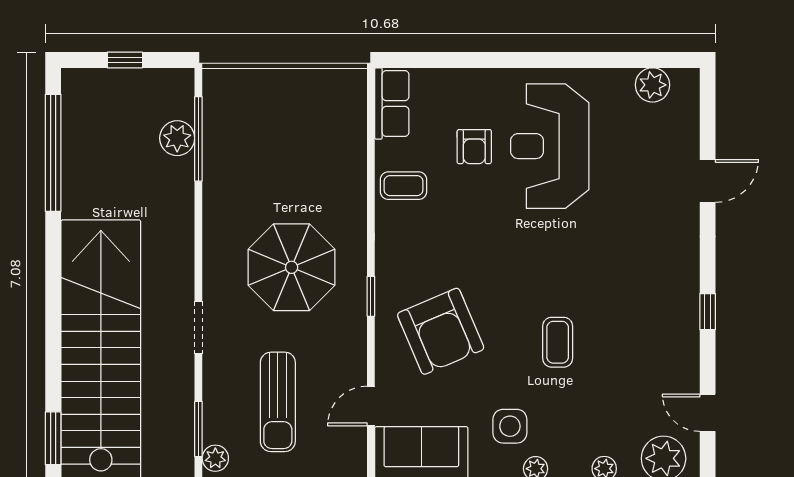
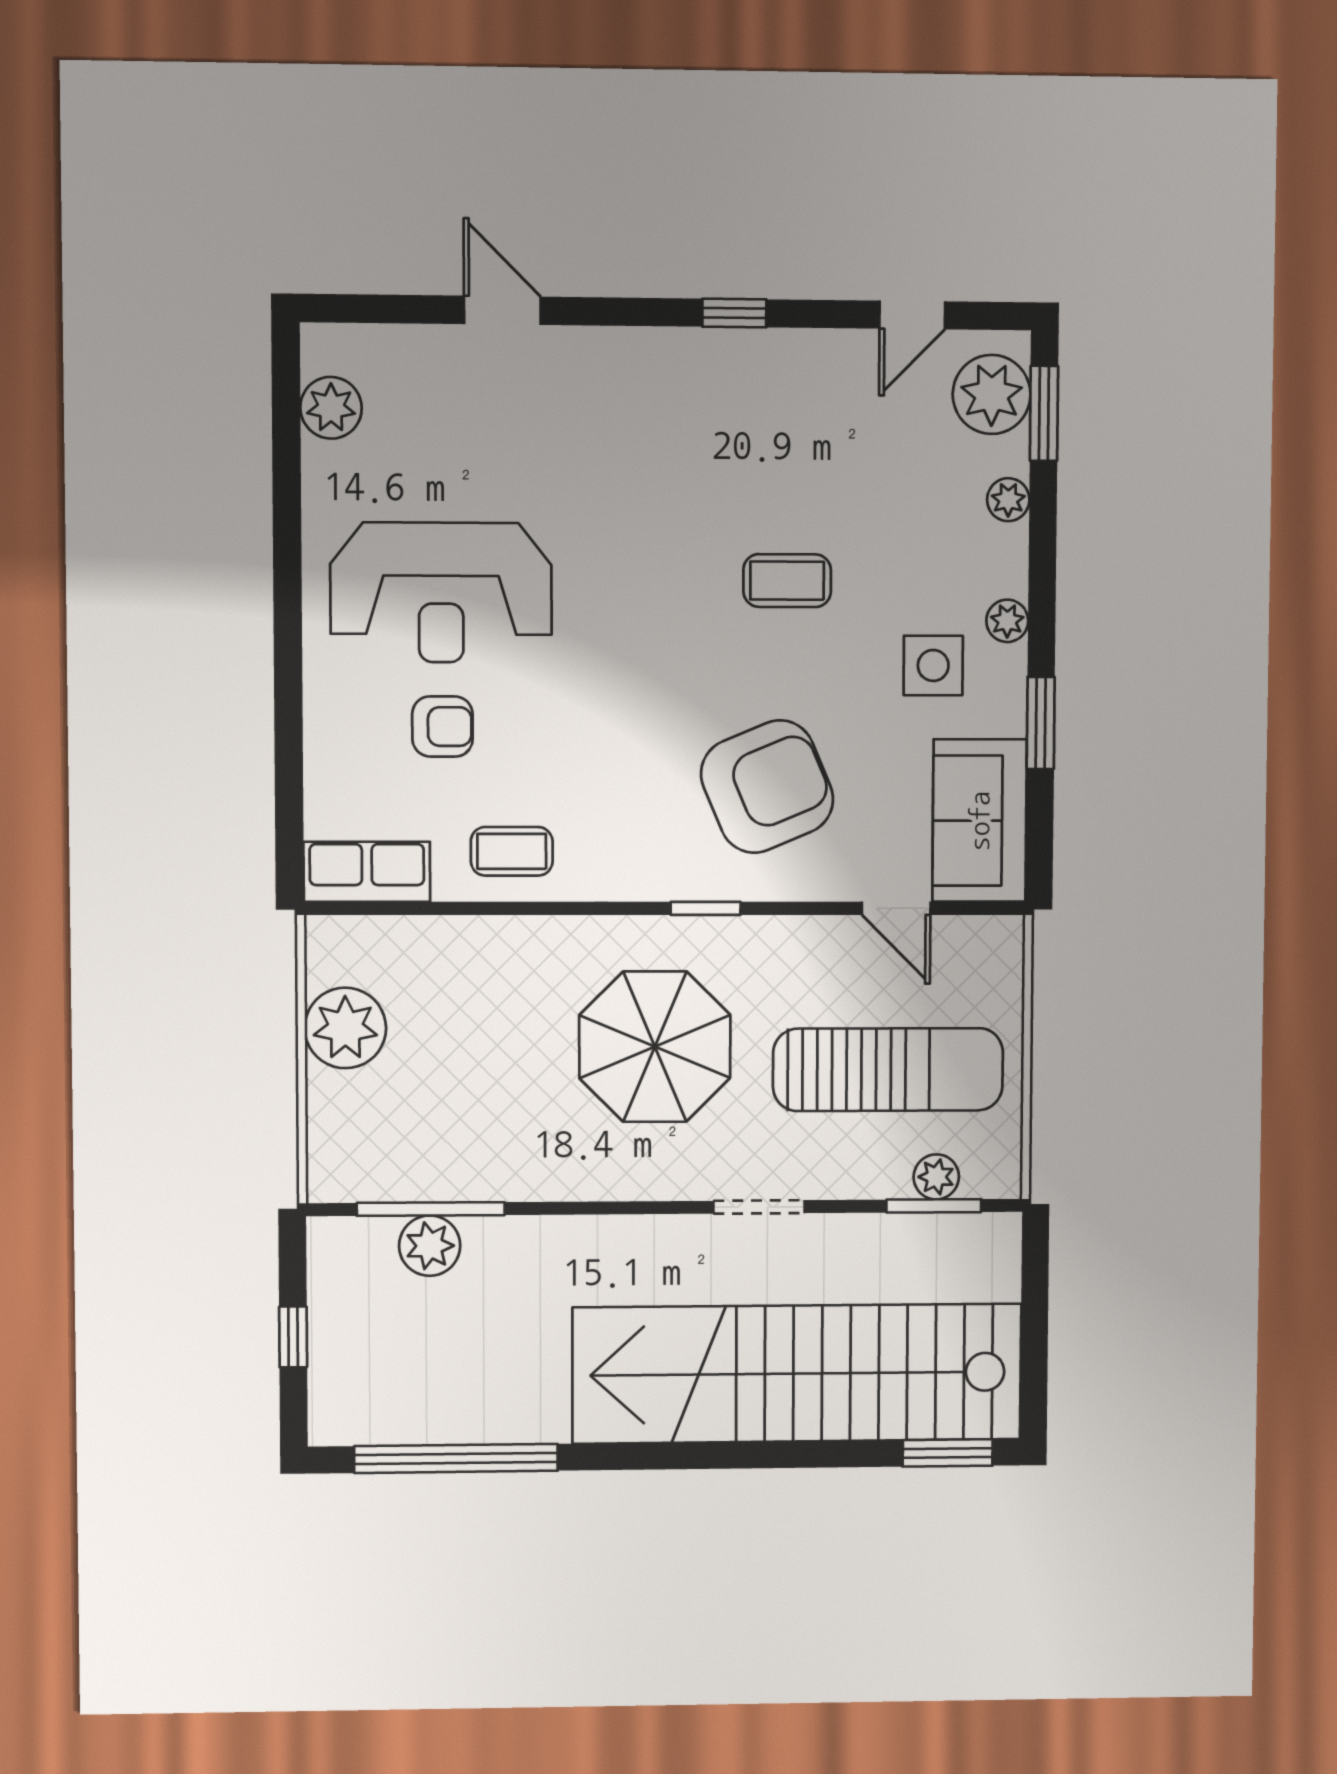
plant: (303, 91) -> (345, 1028), added
coffee table: (403, 186) -> (512, 851), turned 90
sun lounger: (278, 402) -> (888, 1070), width x1.36, depth x1.34
plant: (215, 458) -> (936, 1177), moved

